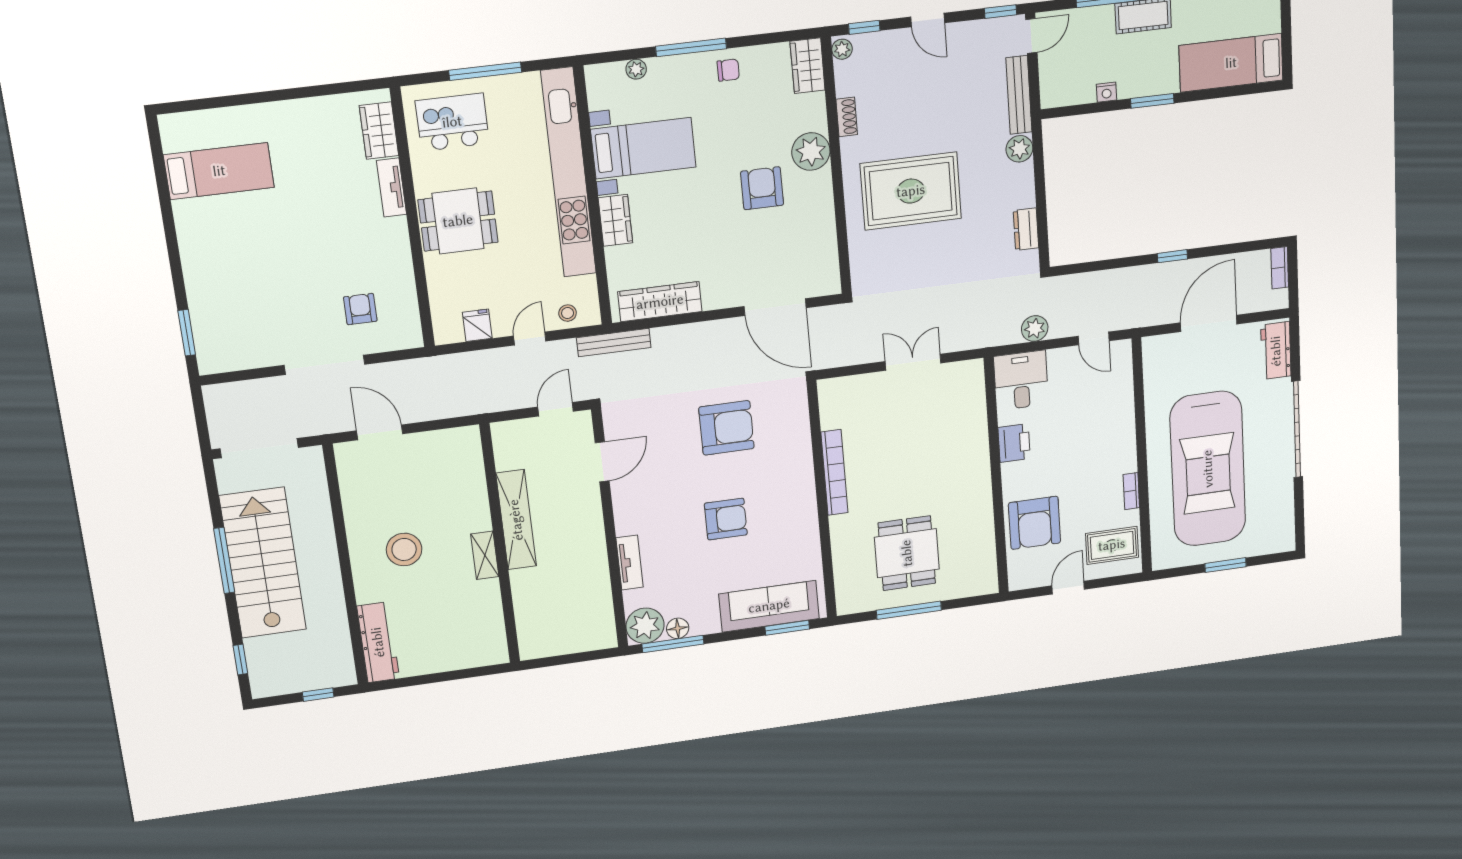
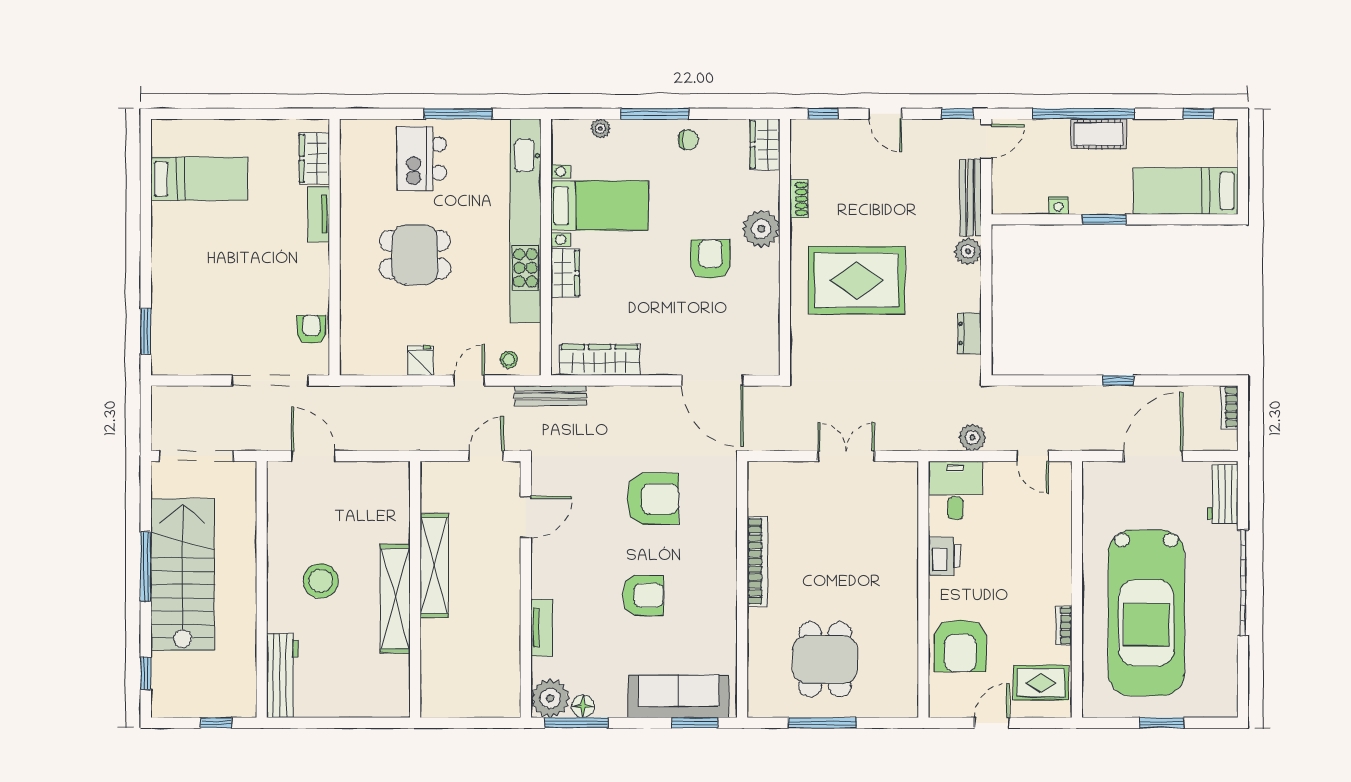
plant: (842, 49) -> (800, 132), removed
kitchen island: (452, 122) -> (422, 159), turned -90
wardrobe: (379, 131) -> (314, 158), moved
tv unit: (391, 187) -> (319, 214), moved
wall: (412, 219) -> (335, 247), moved
shelving: (485, 555) -> (395, 599), width x2.20, depth x1.33

